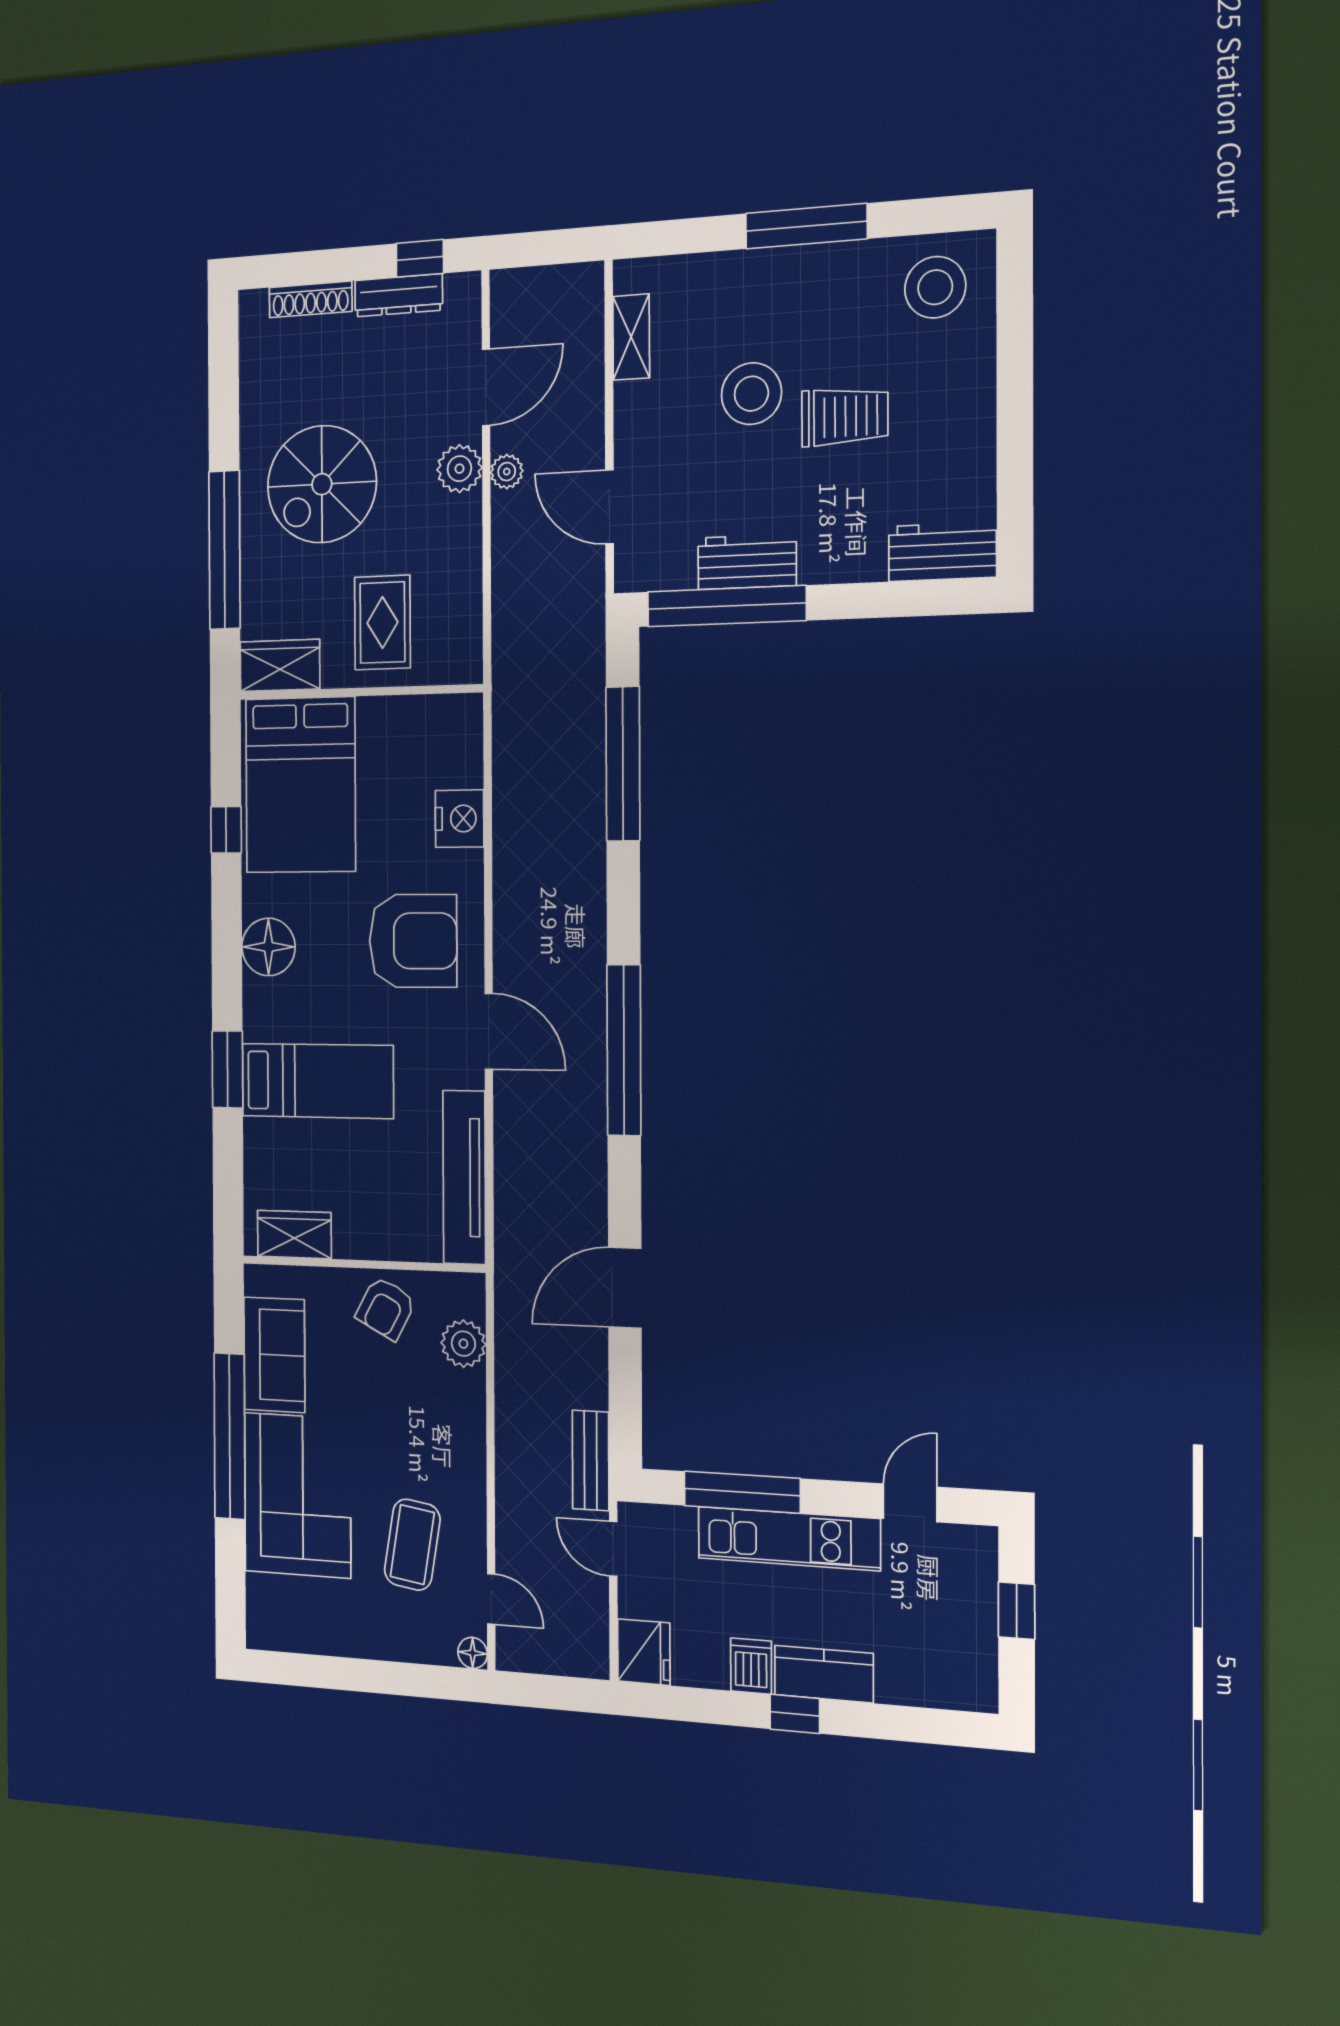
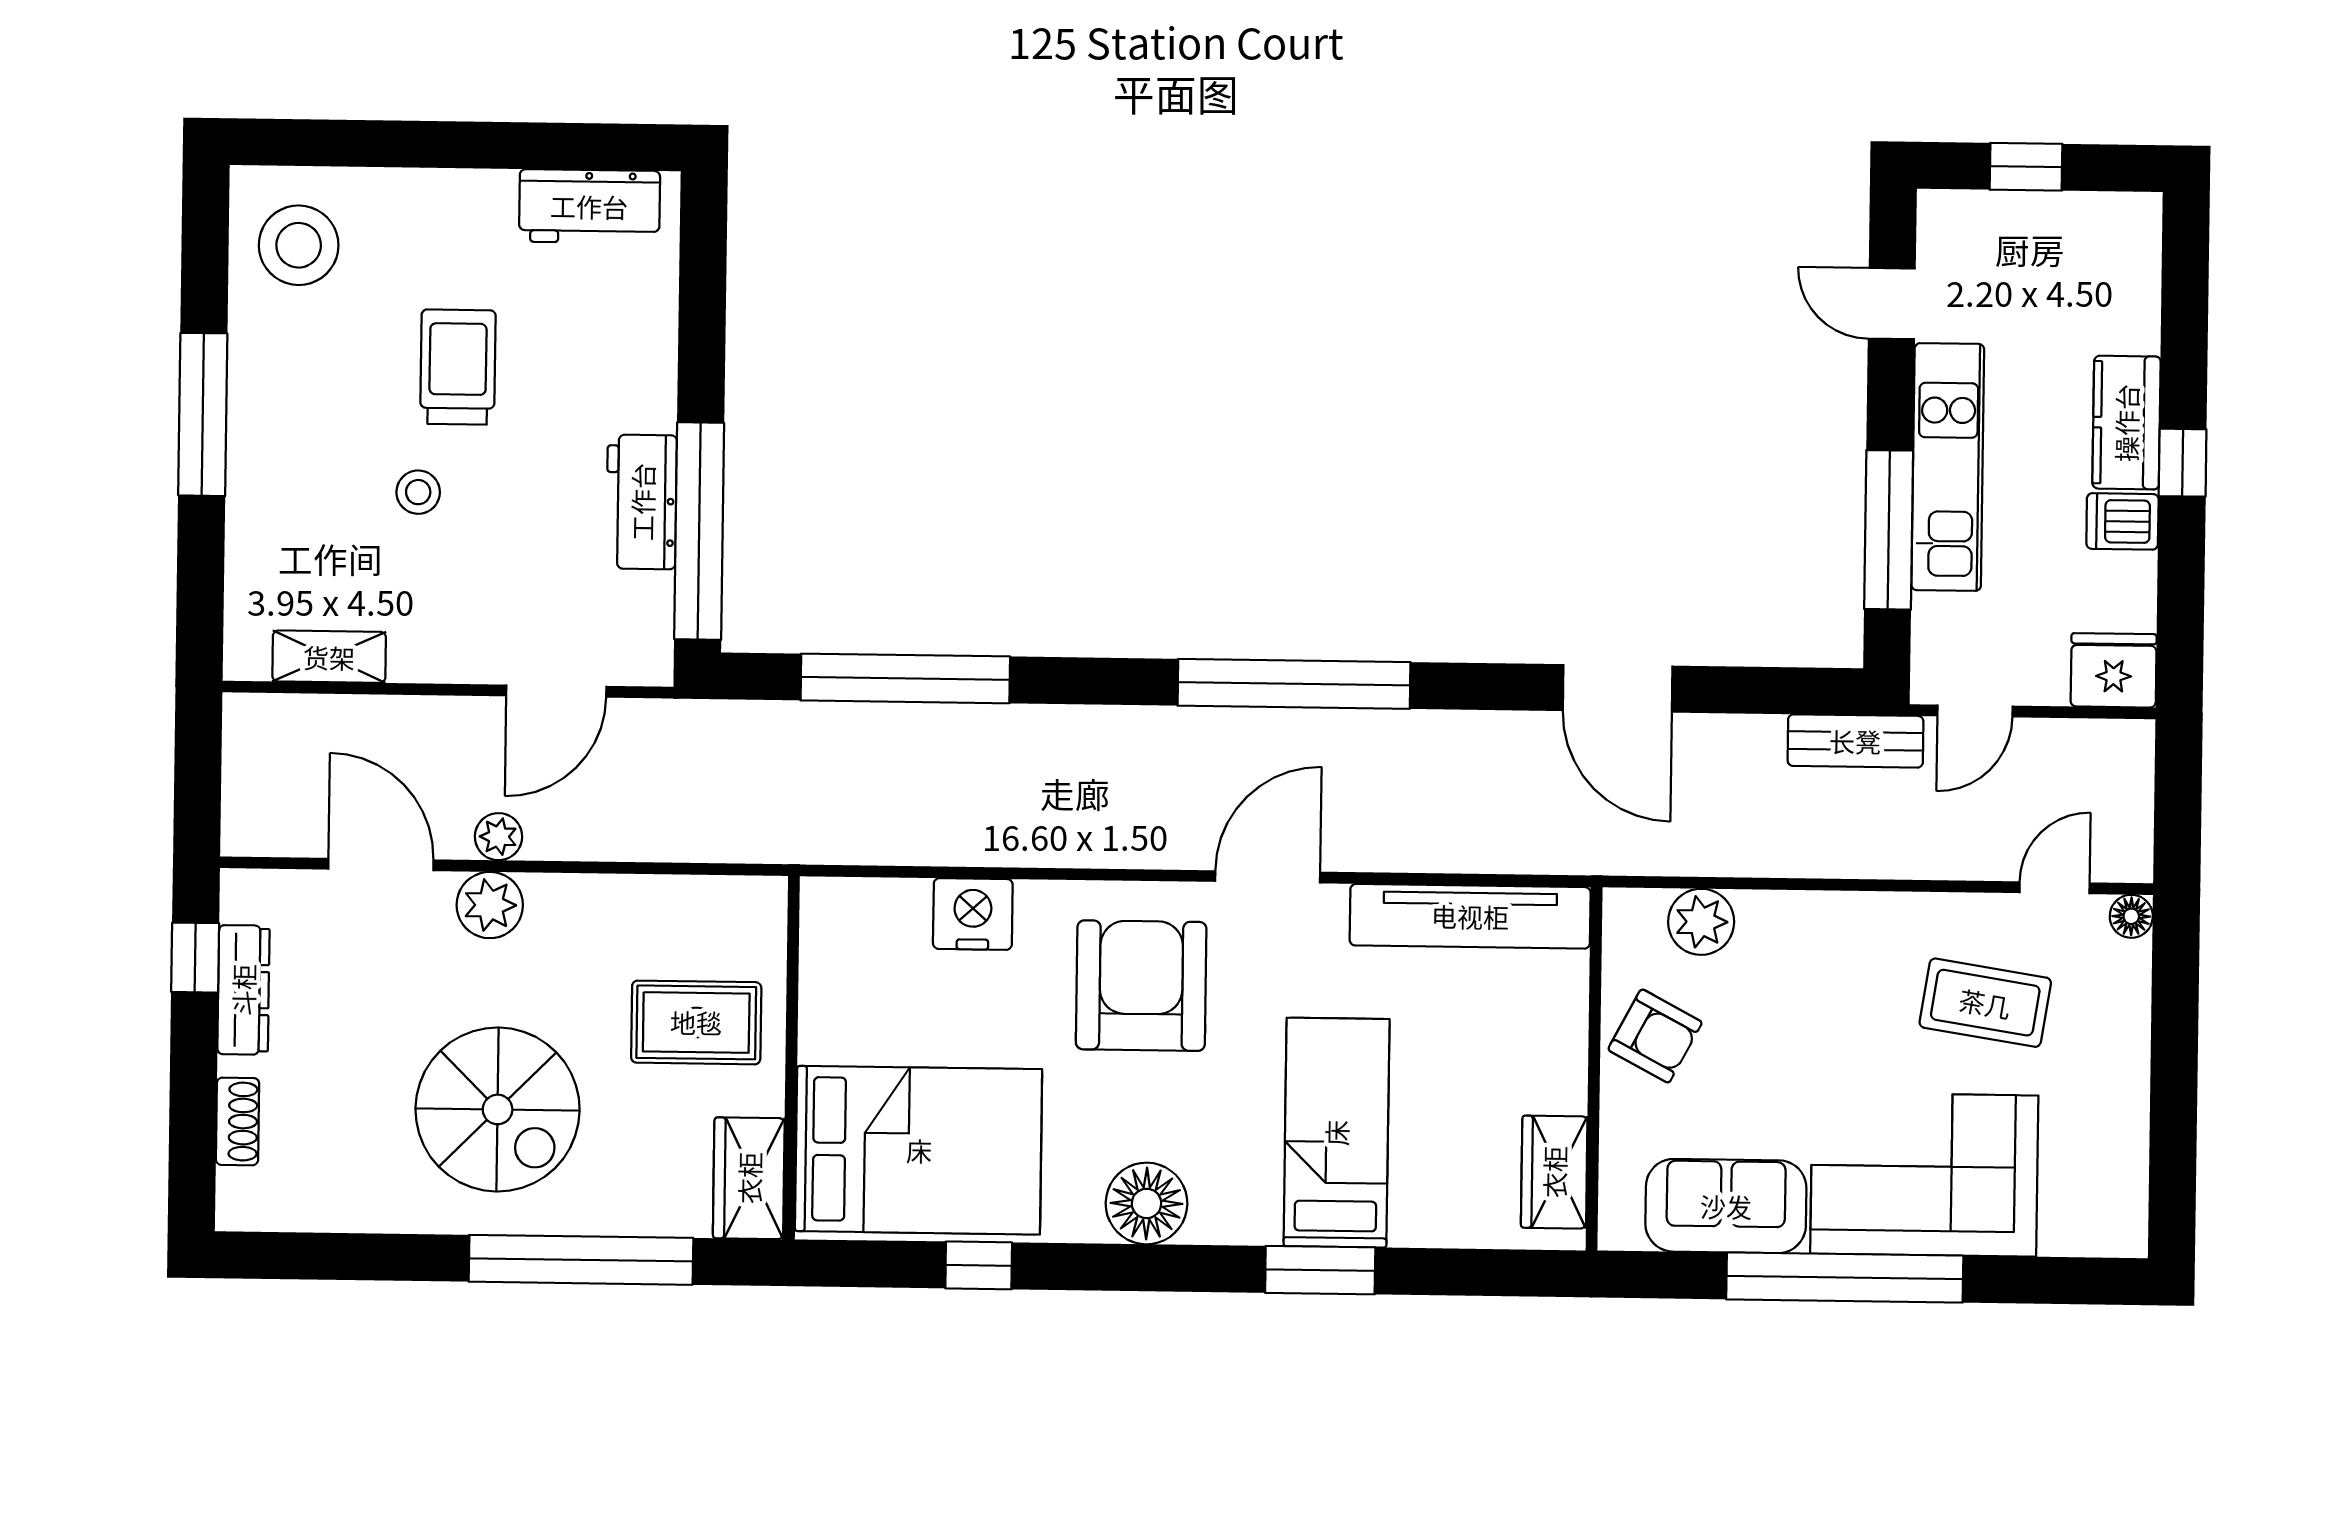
shoe rack: (311, 299) -> (237, 1121), width x0.70
stool: (751, 394) -> (418, 492), width x0.53, depth x0.53
workbench: (942, 552) -> (589, 206), moved, turned -90

